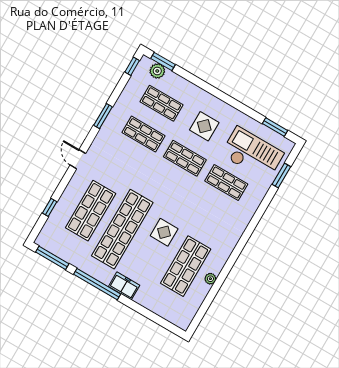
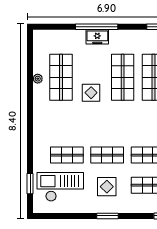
window: (275, 127) -> (107, 216), moved
checkout: (252, 154) -> (60, 187), turned 180
shop shelf: (122, 229) -> (123, 77), width x0.71
window: (97, 284) -> (97, 27), moved

